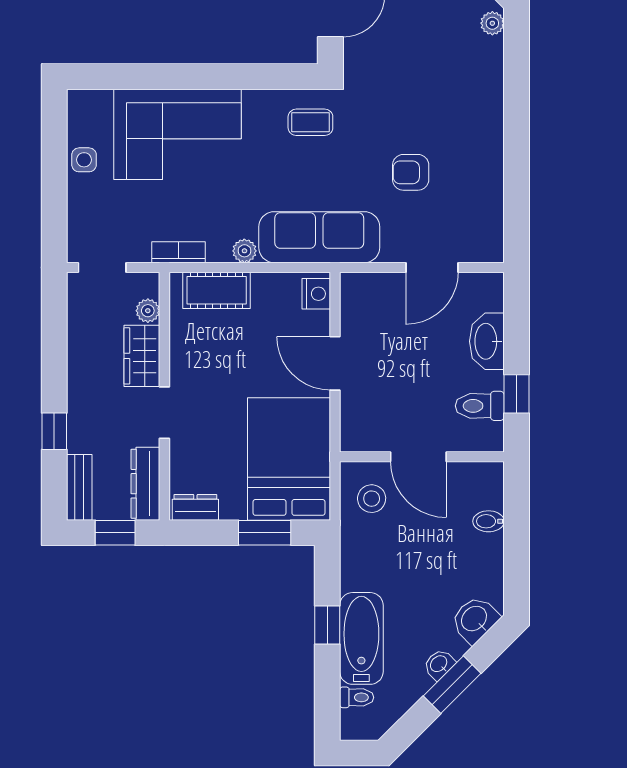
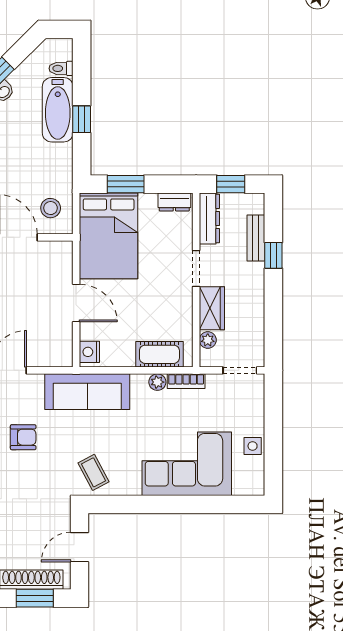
coffee table: (310, 122) -> (93, 472), turned 62
plant: (244, 251) -> (157, 382), moved
bench: (79, 487) -> (256, 238), moved

